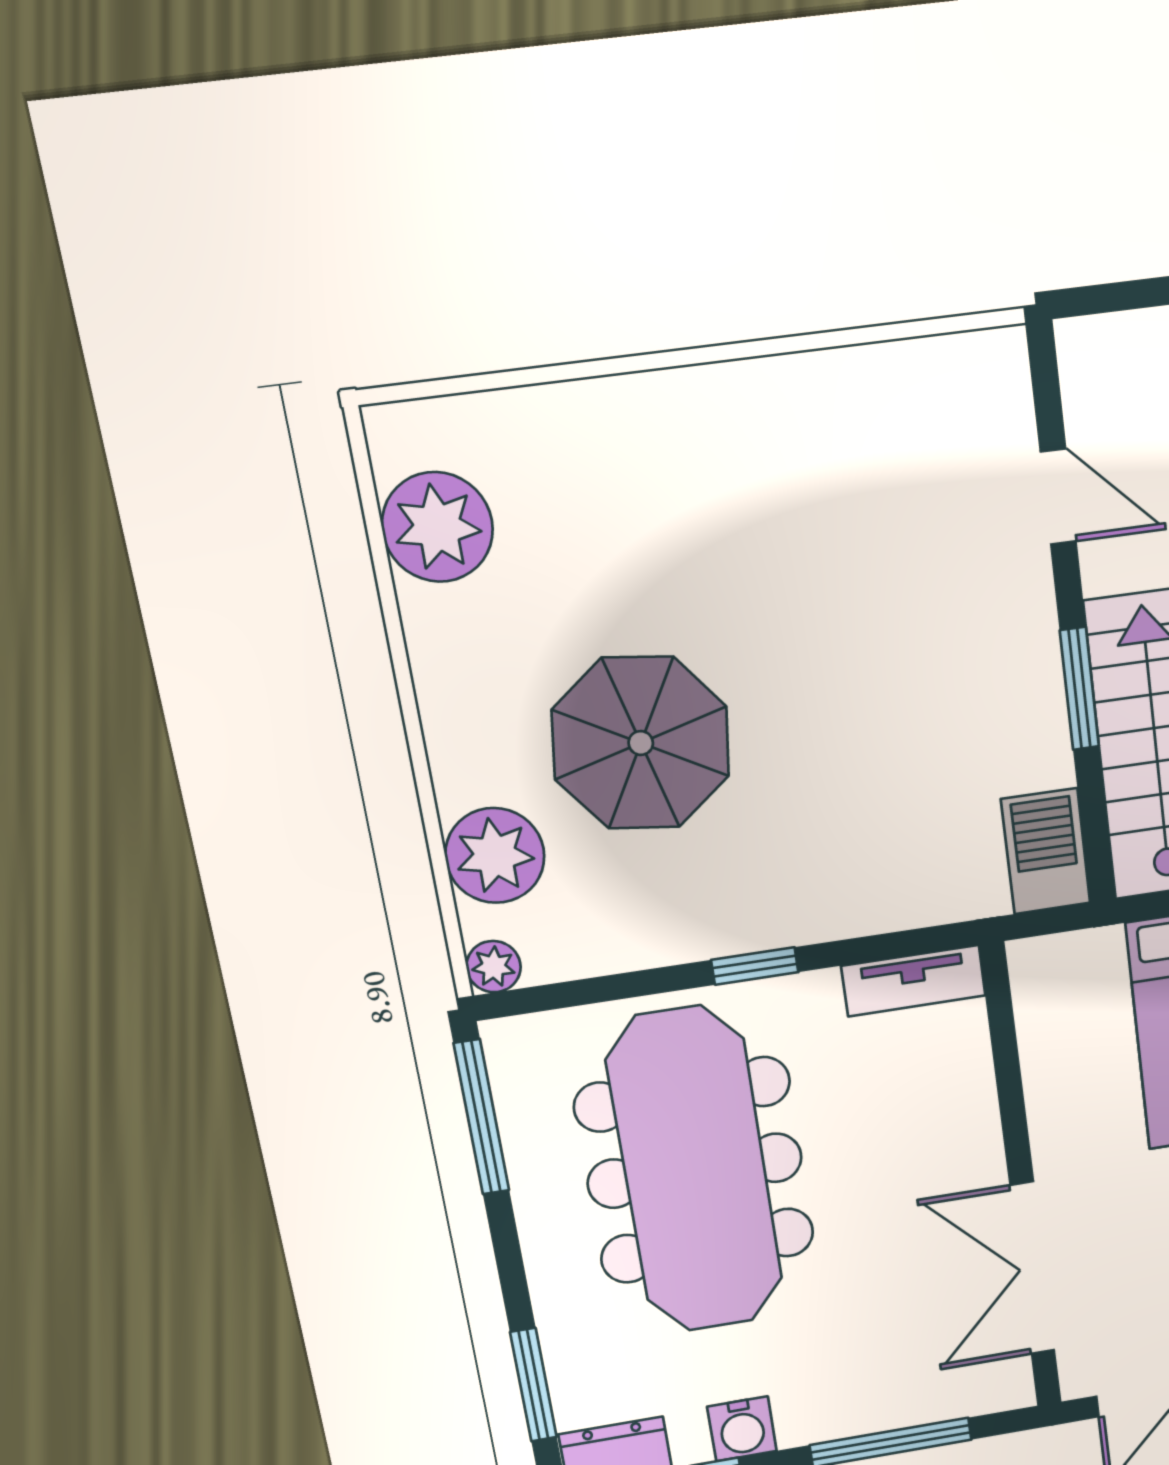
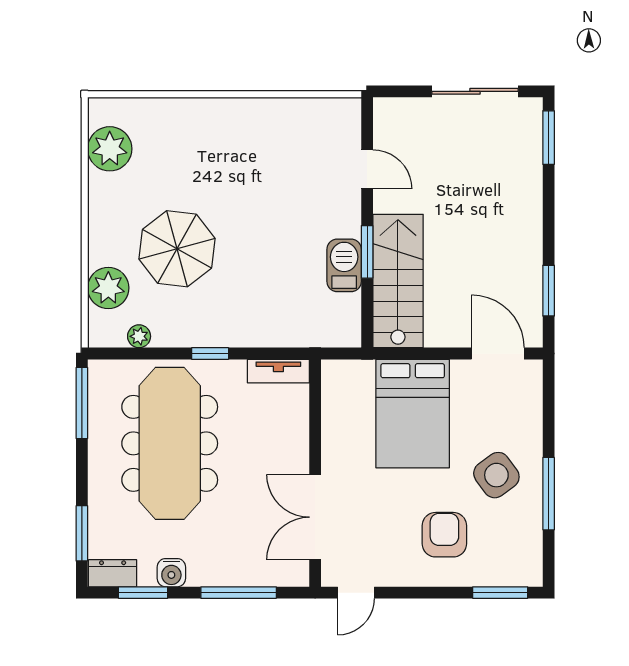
barbecue: (1046, 851) -> (344, 265), moved
plant: (494, 967) -> (139, 336), moved

